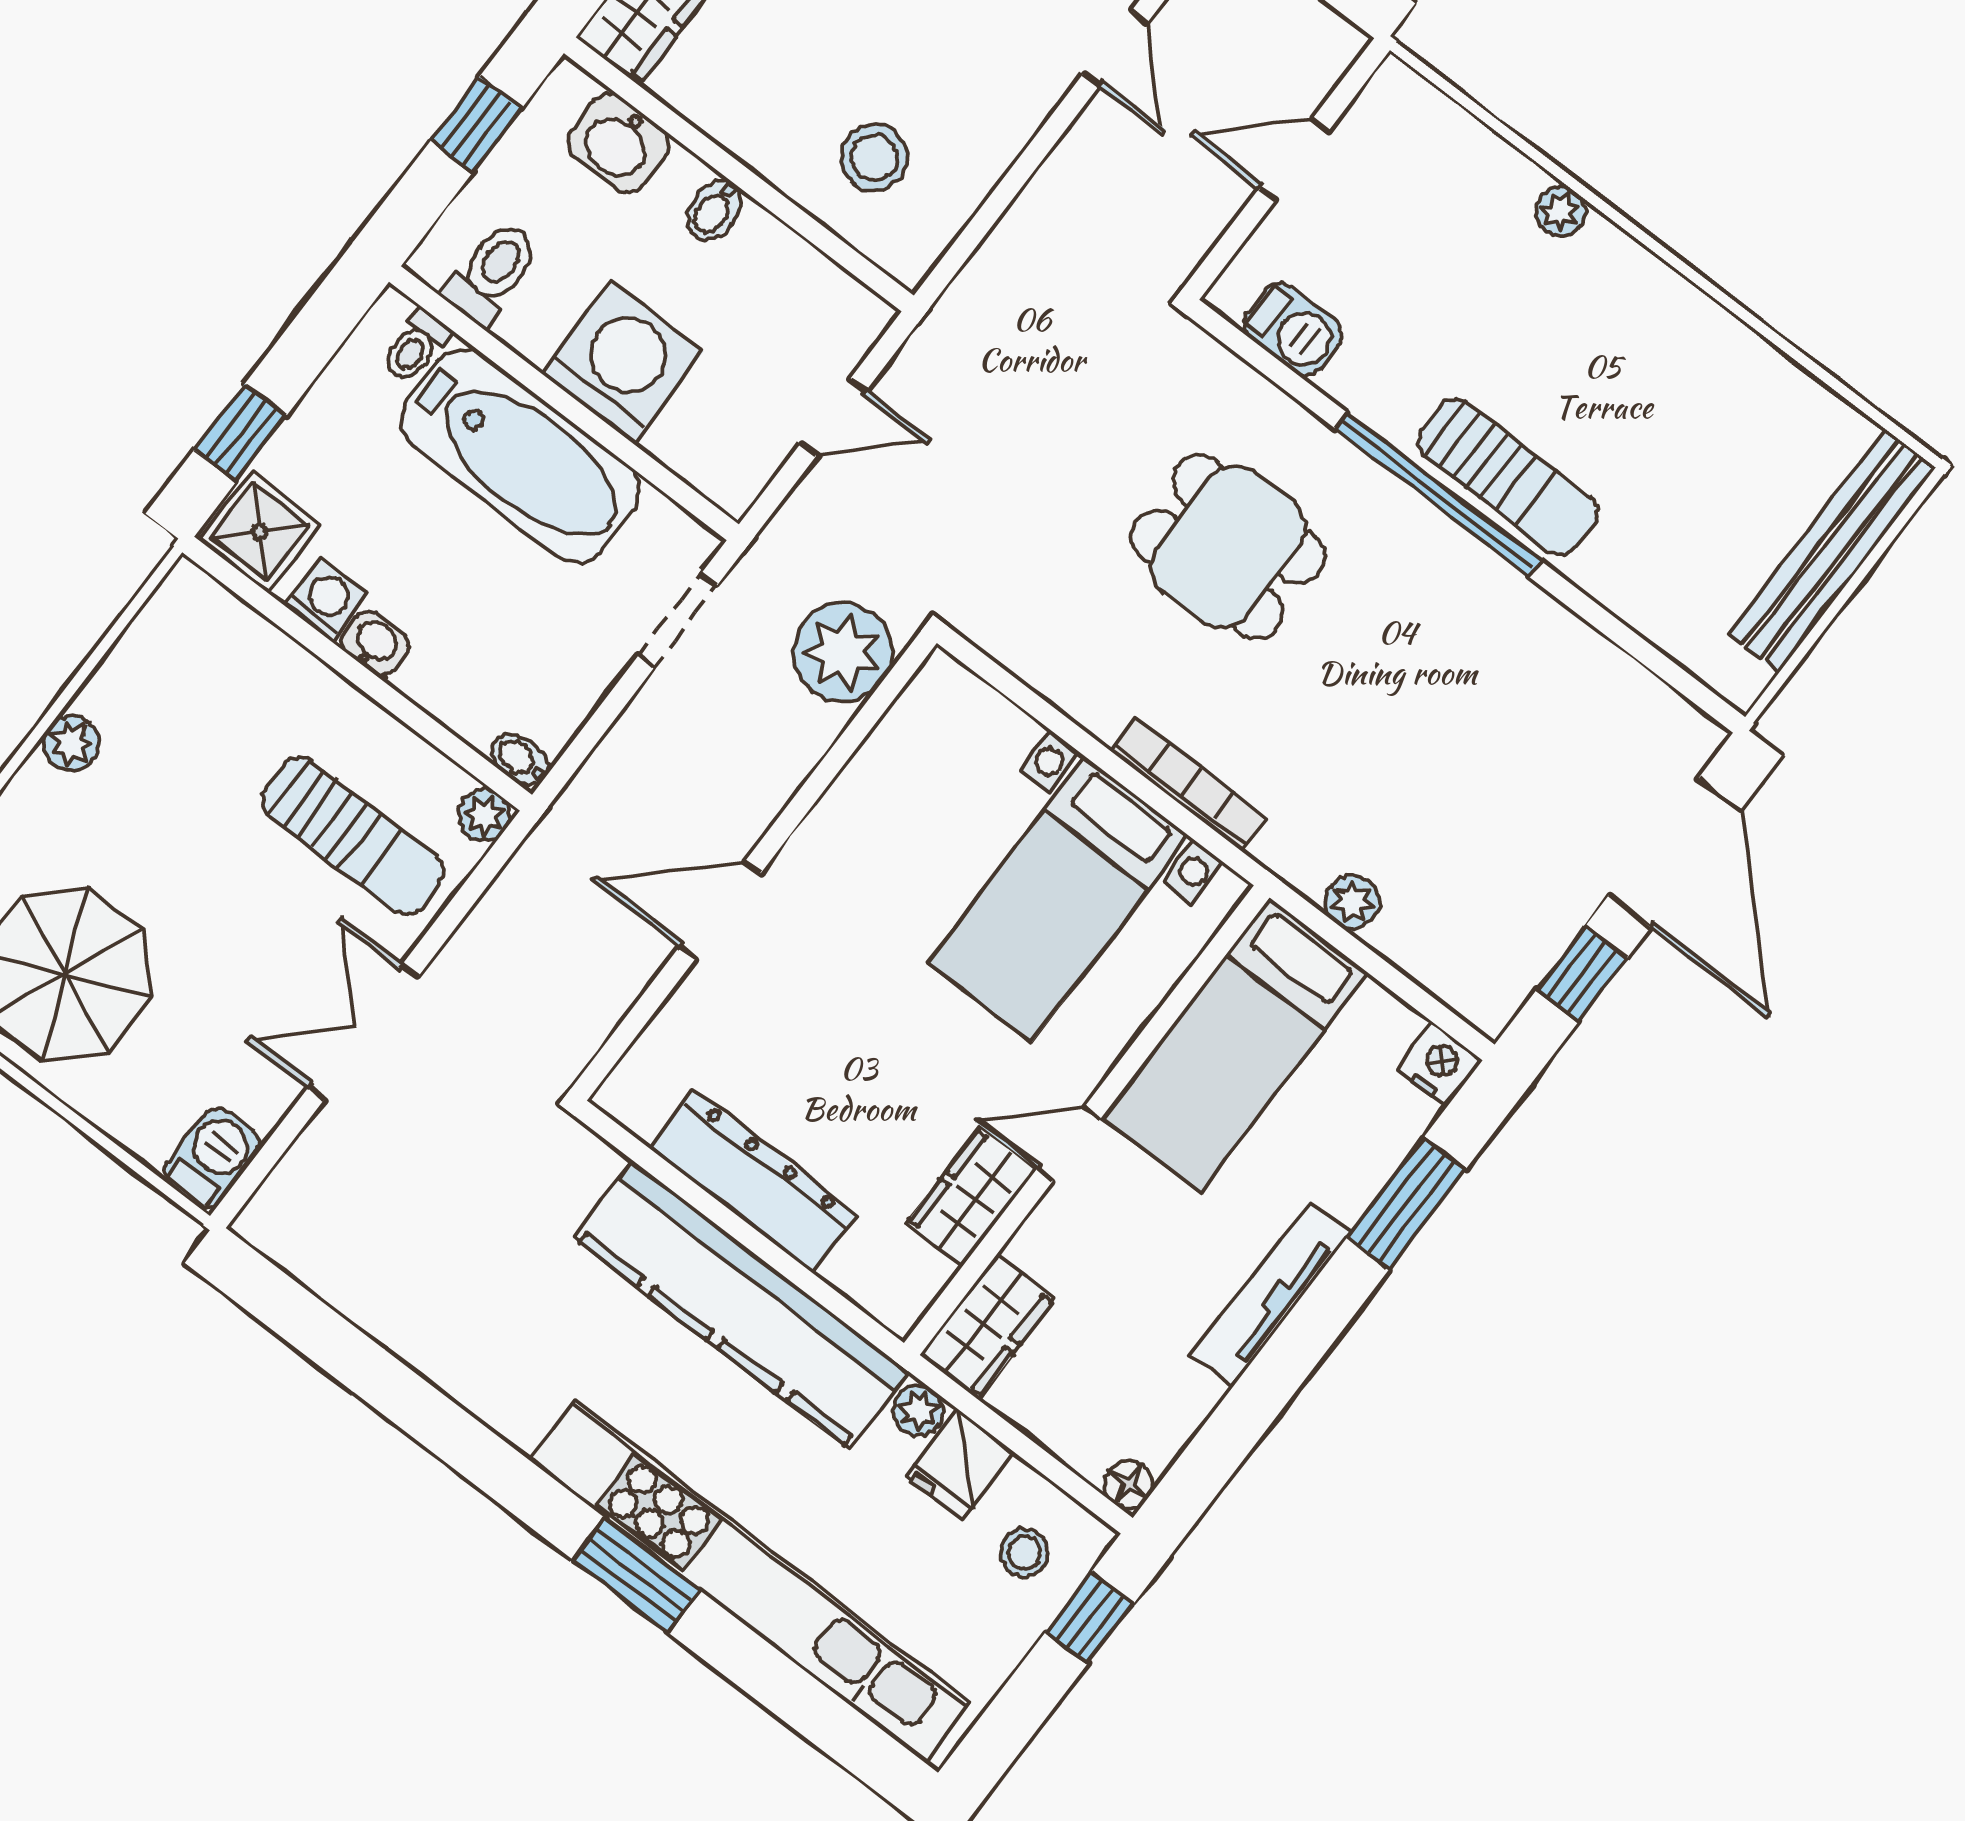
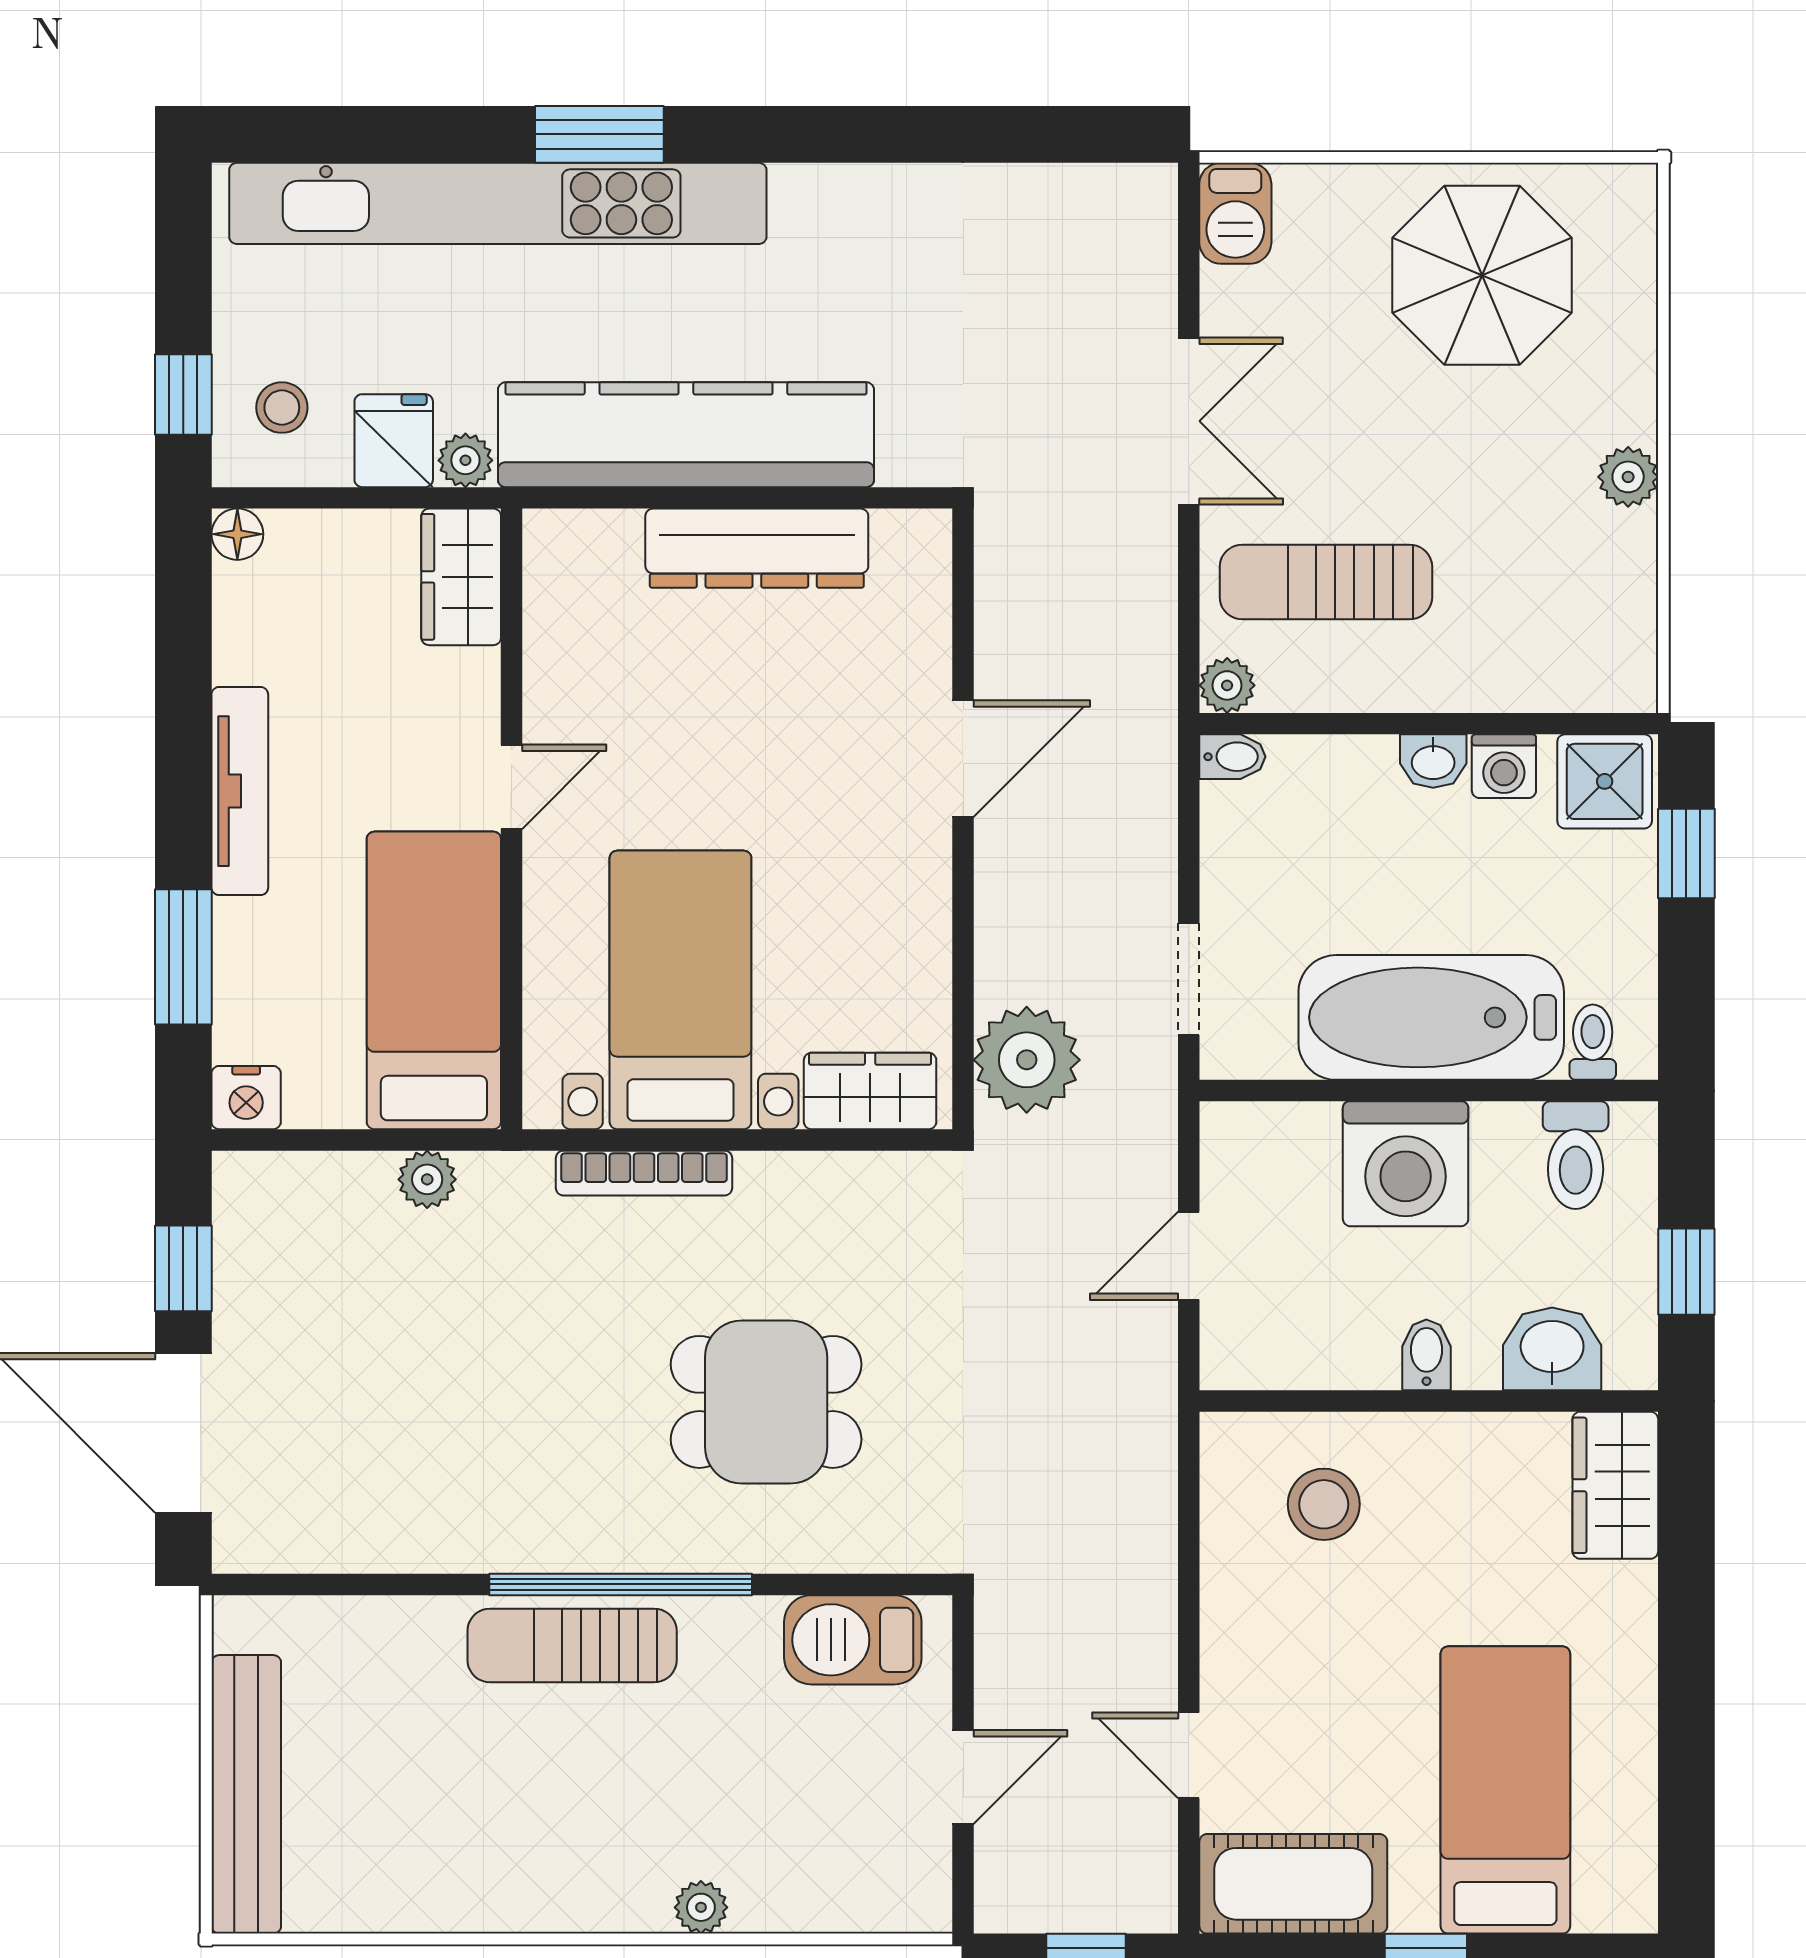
barbecue: (1293, 330) -> (853, 1640), width x1.38, depth x1.27
wardrobe: (971, 1197) -> (870, 1091), moved, turned -90

